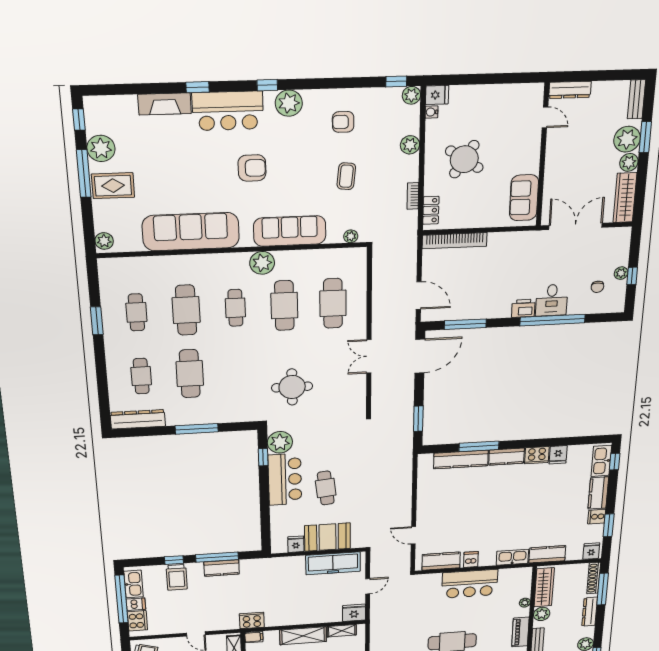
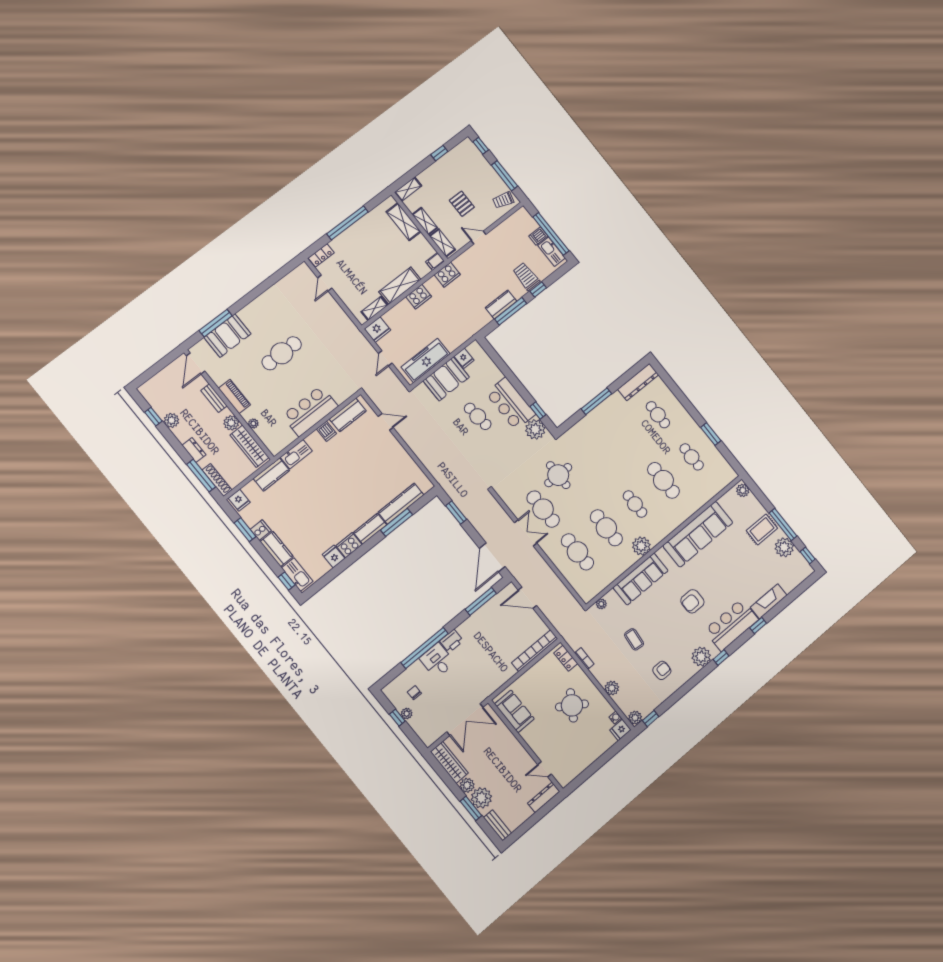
cafe table: (190, 374) -> (543, 509), moved
dresser: (590, 612) -> (194, 450), width x0.70
cooker: (137, 621) -> (419, 297), moved, turned -90

